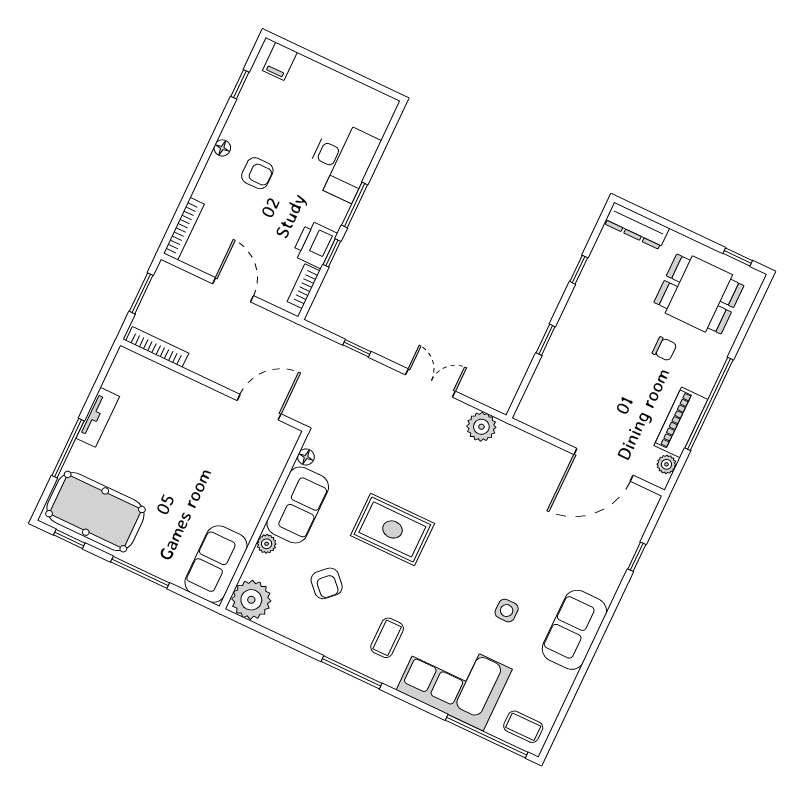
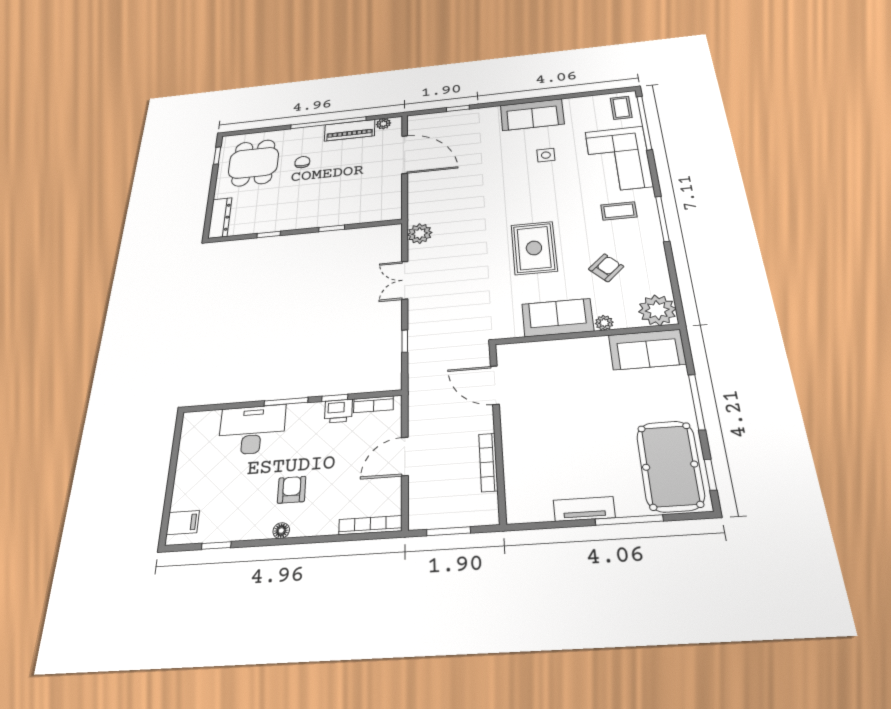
printer: (315, 244) -> (338, 411), width x0.73, depth x0.81
bookcase: (157, 347) -> (488, 462), moved
floor lamp: (306, 457) -> (515, 331), removed

